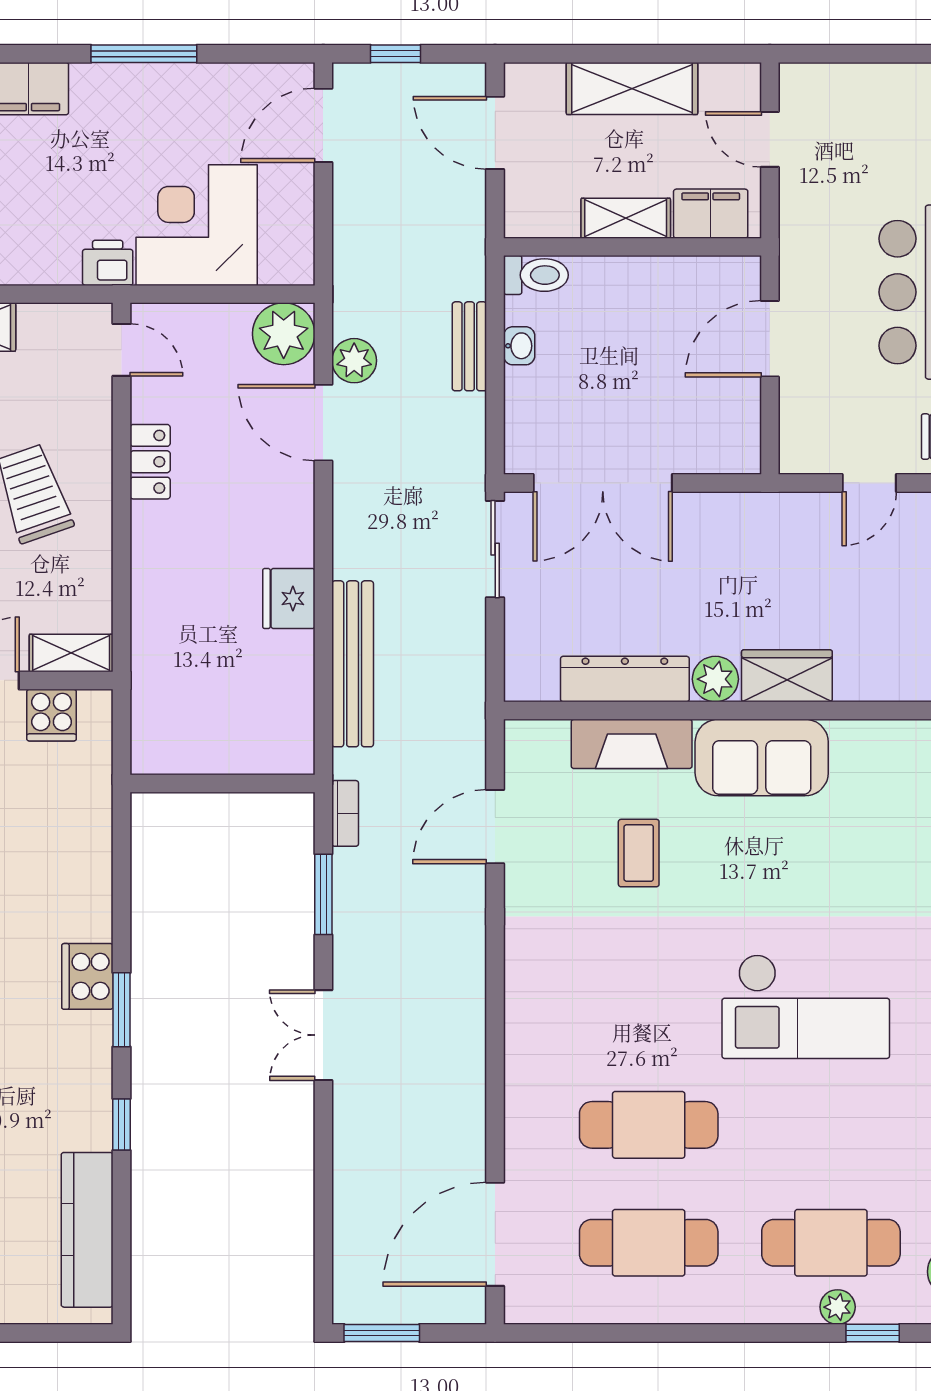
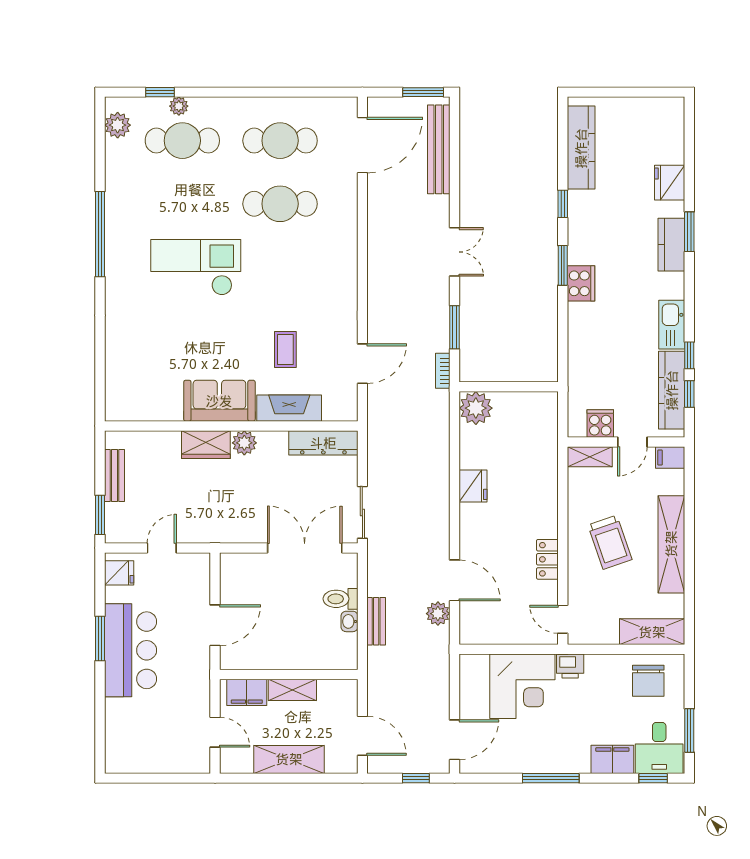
toilet: (536, 275) -> (341, 599), moved
plant: (284, 334) -> (476, 408), moved
bench: (353, 664) -> (439, 149), moved
dresser: (625, 679) -> (323, 443), moved

